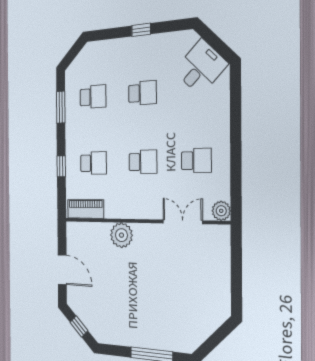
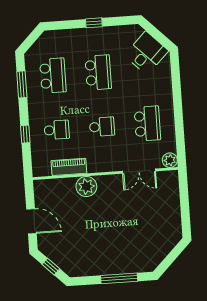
school desk: (142, 93) -> (98, 72), width x1.85
school desk: (93, 97) -> (53, 76), width x1.85
school desk: (196, 160) -> (147, 124), width x1.85
piano: (86, 209) -> (69, 167), moved
double door: (183, 222) -> (139, 171), swing flipped

